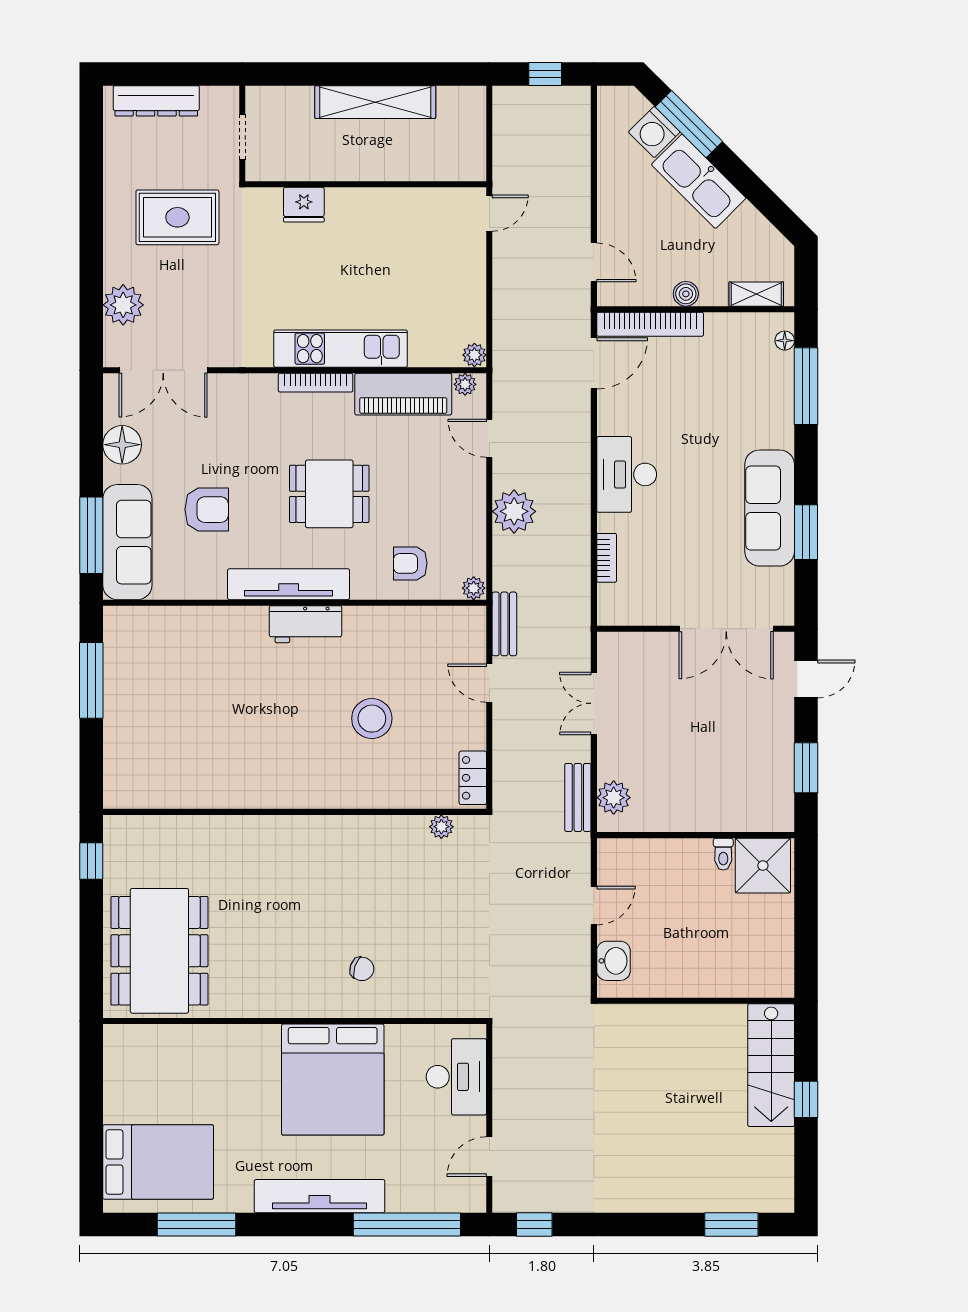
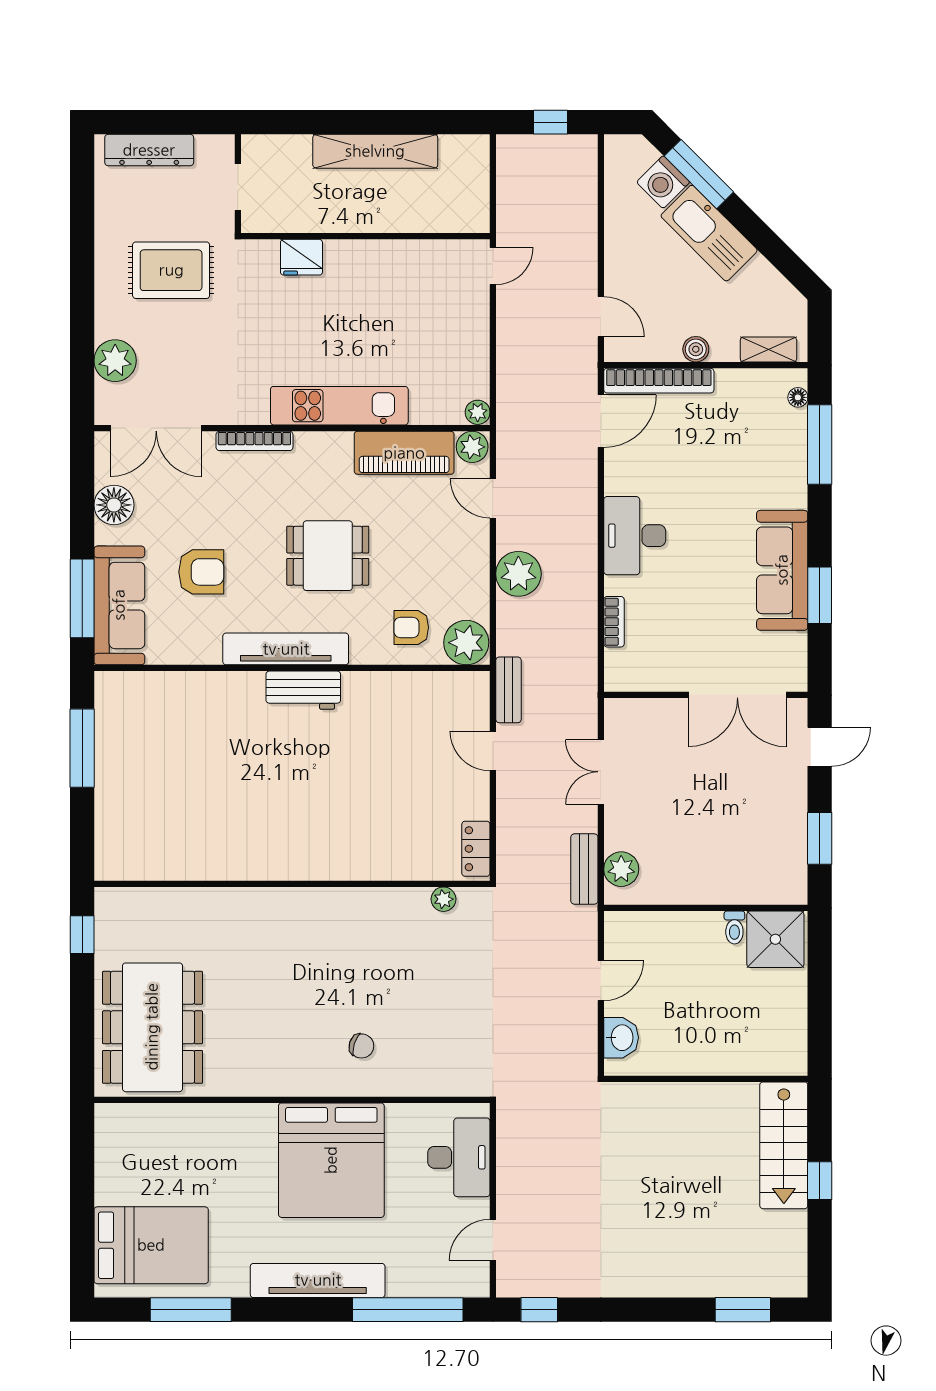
bookcase: (316, 383) -> (254, 441), moved
plant: (465, 384) -> (472, 447), width x1.38, depth x1.38
plant: (474, 588) -> (466, 643), width x1.88, depth x1.88
stool: (372, 719) -> (372, 788), removed

